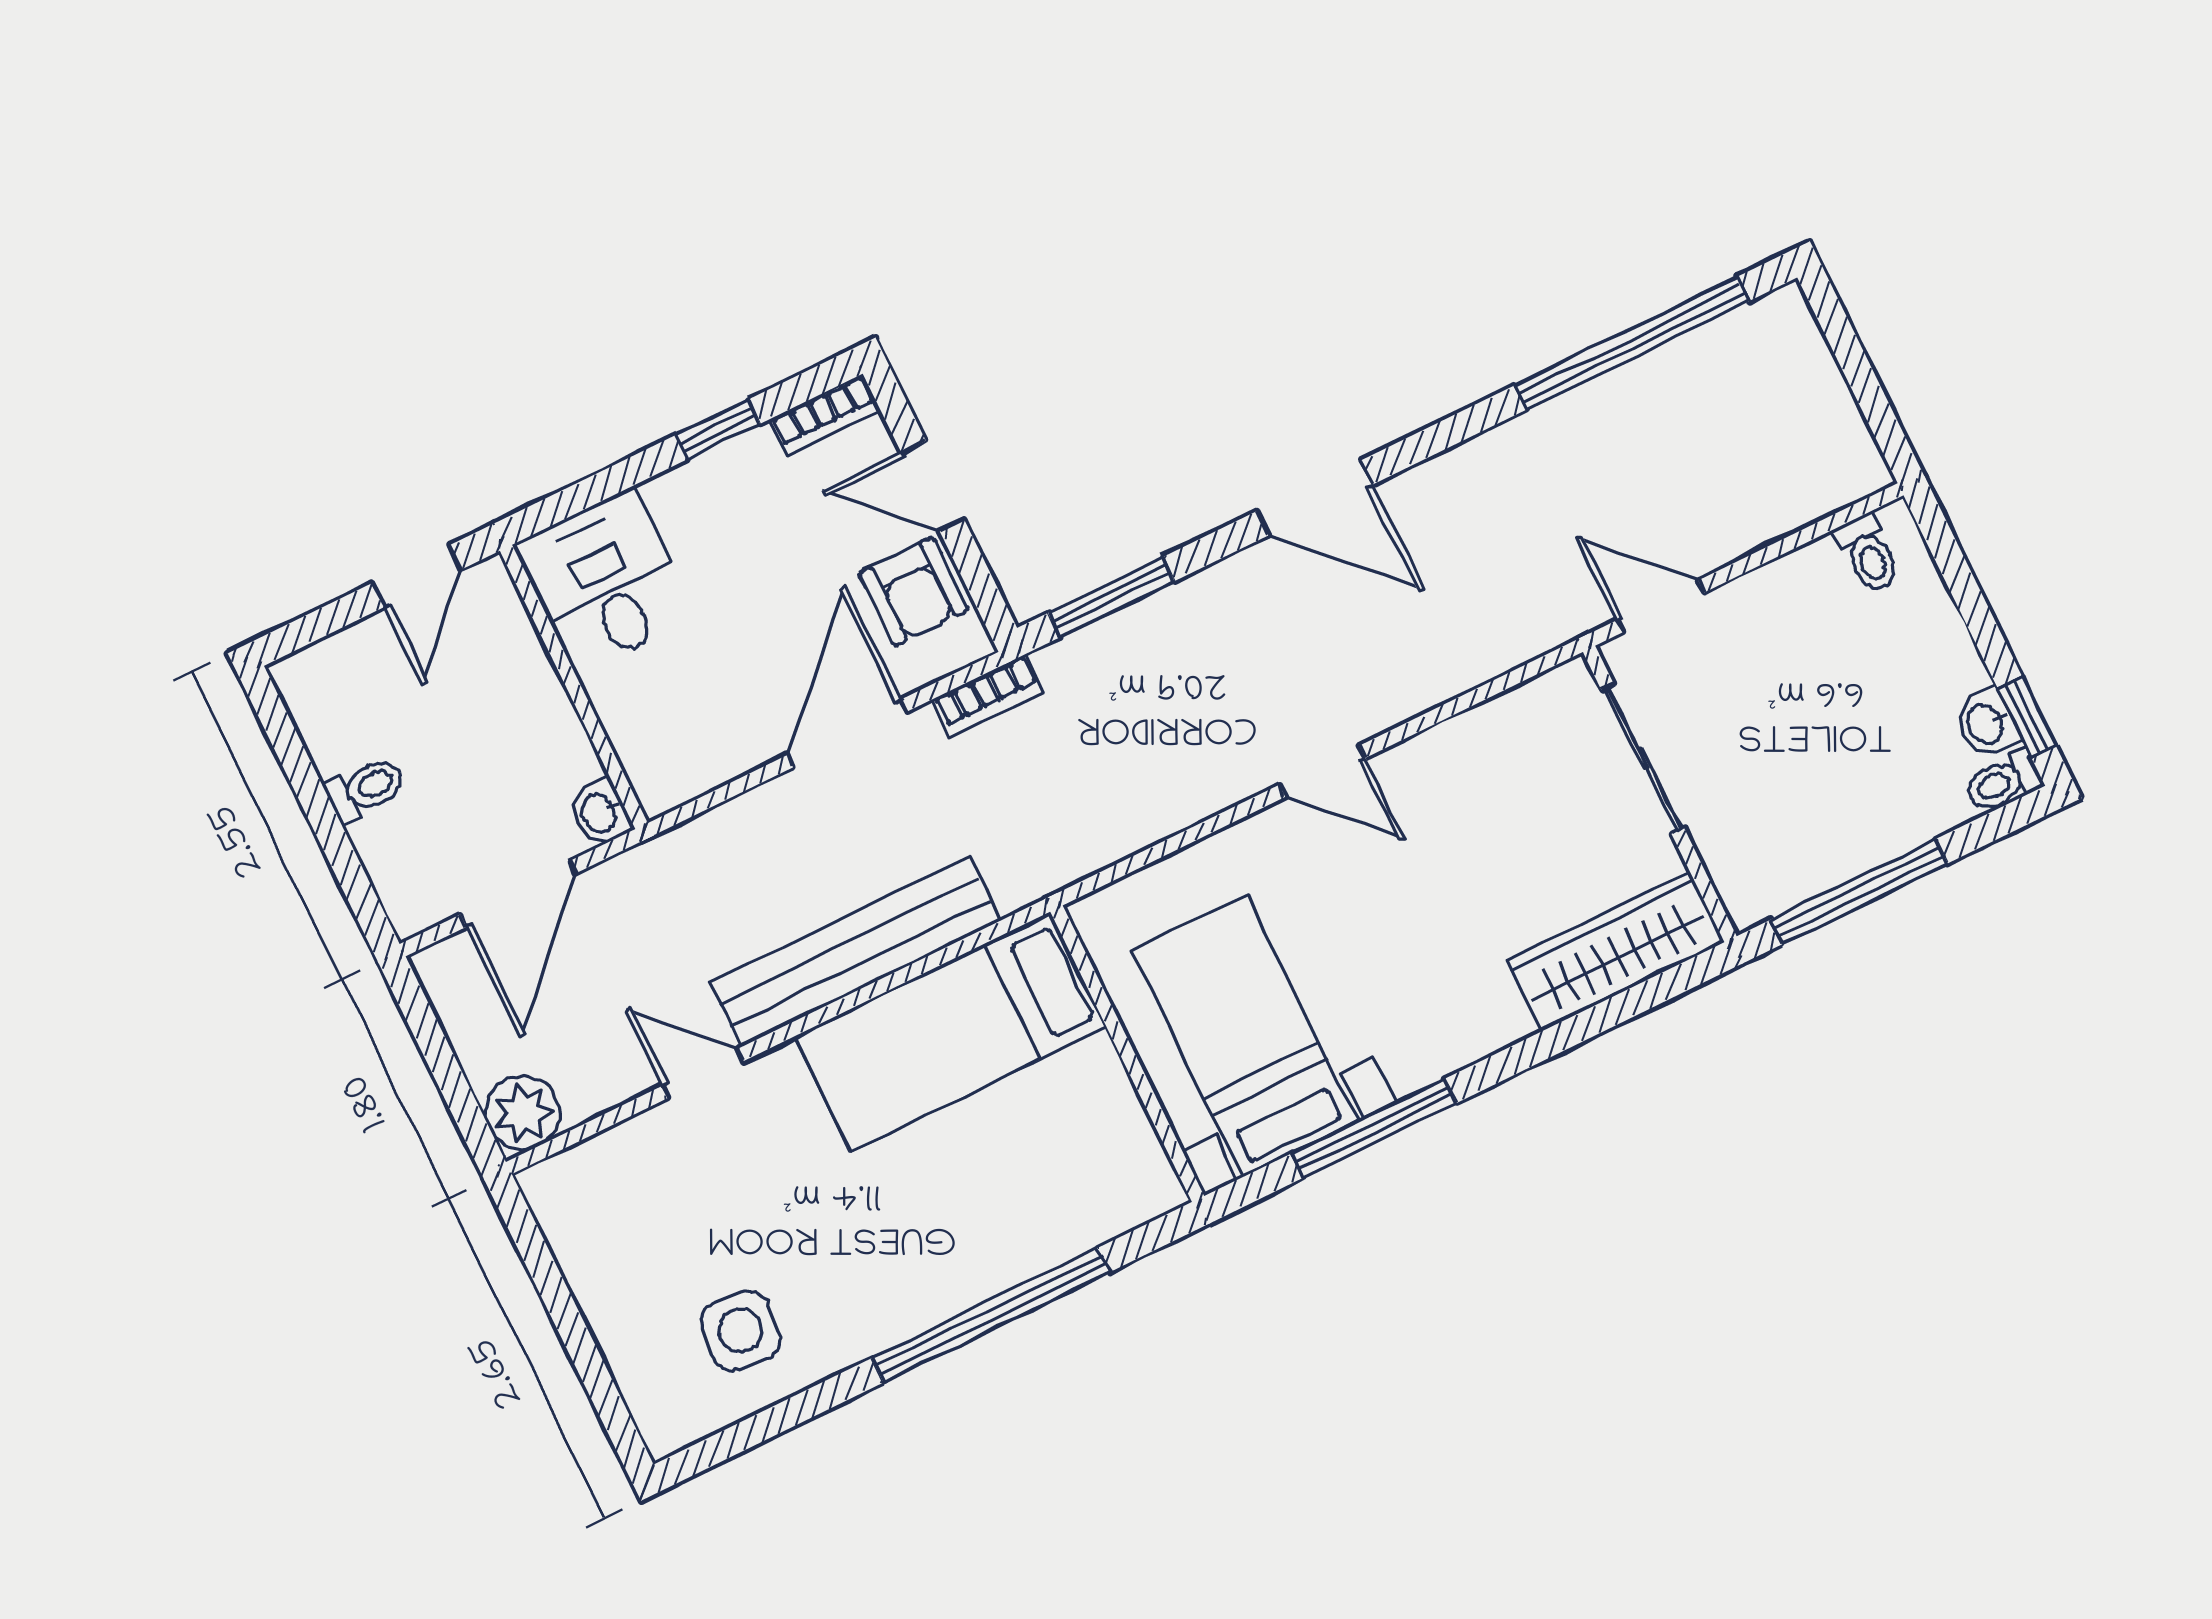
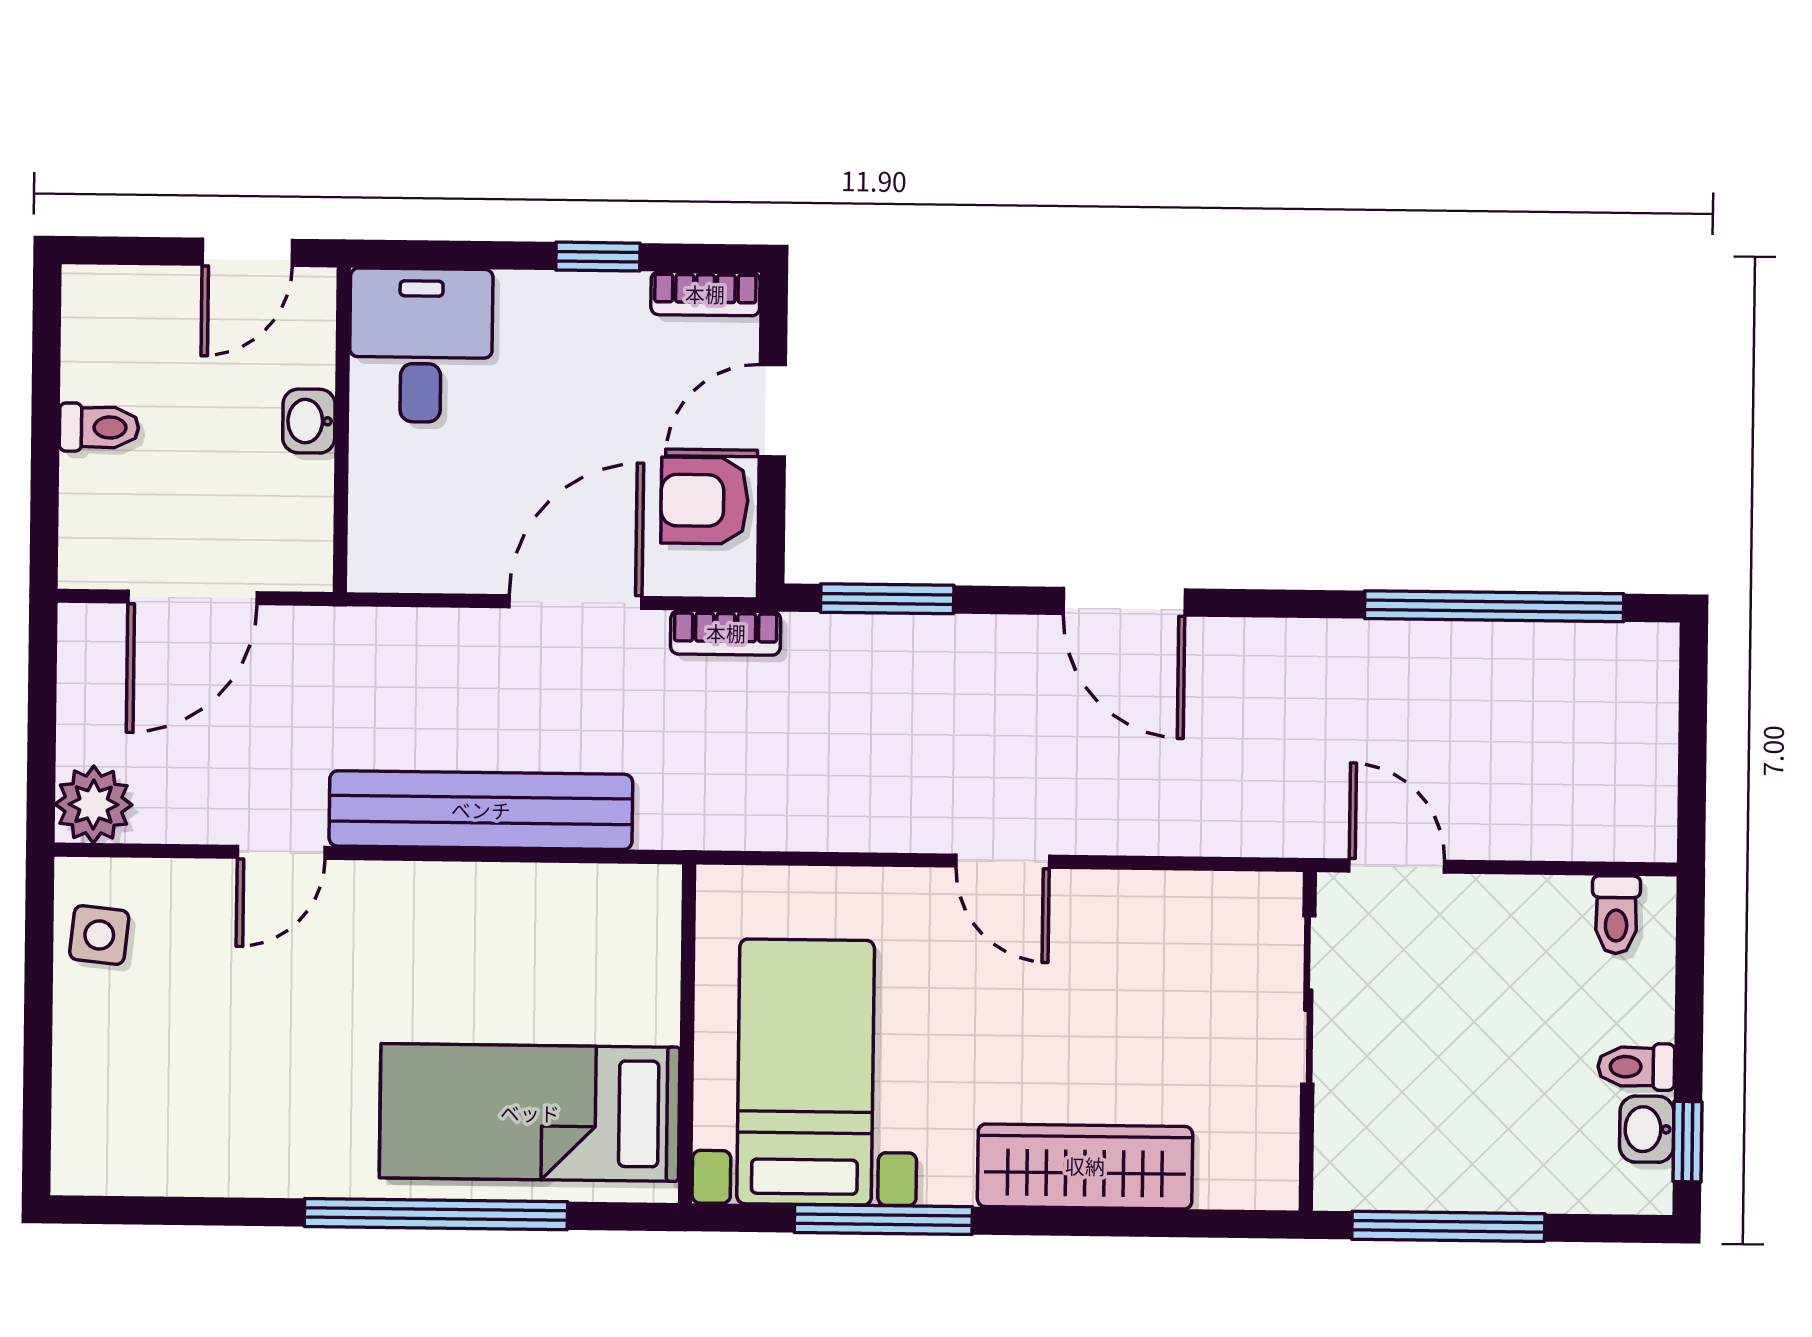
door: (933, 486) -> (772, 411), hinge flipped
armchair: (913, 592) -> (704, 500), turned 90
toilet: (2003, 782) -> (1636, 1067), moved
washbasin: (600, 812) -> (309, 421), moved
wardrobe: (1615, 951) -> (1085, 1166), moved
bed: (950, 1032) -> (530, 1113), moved
door: (703, 1073) -> (281, 852), swing flipped
side table: (741, 1330) -> (99, 935), moved, width x0.73, depth x0.73

